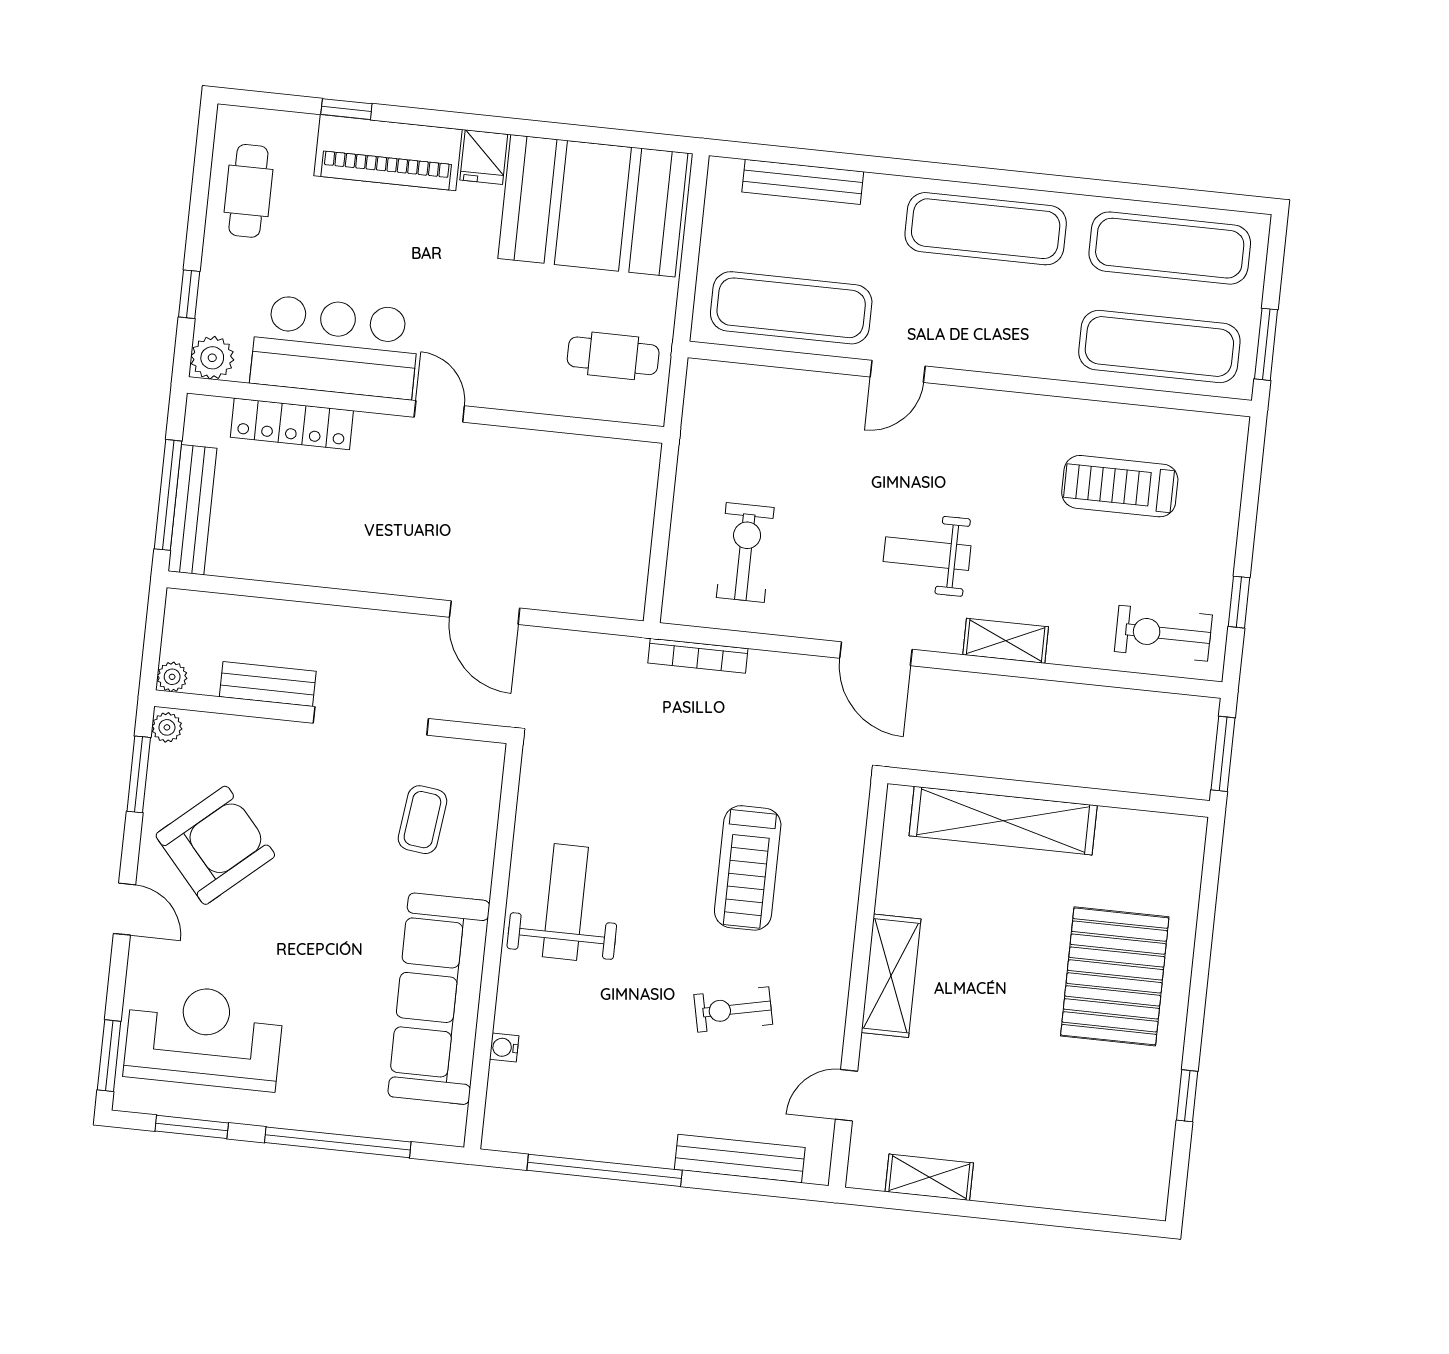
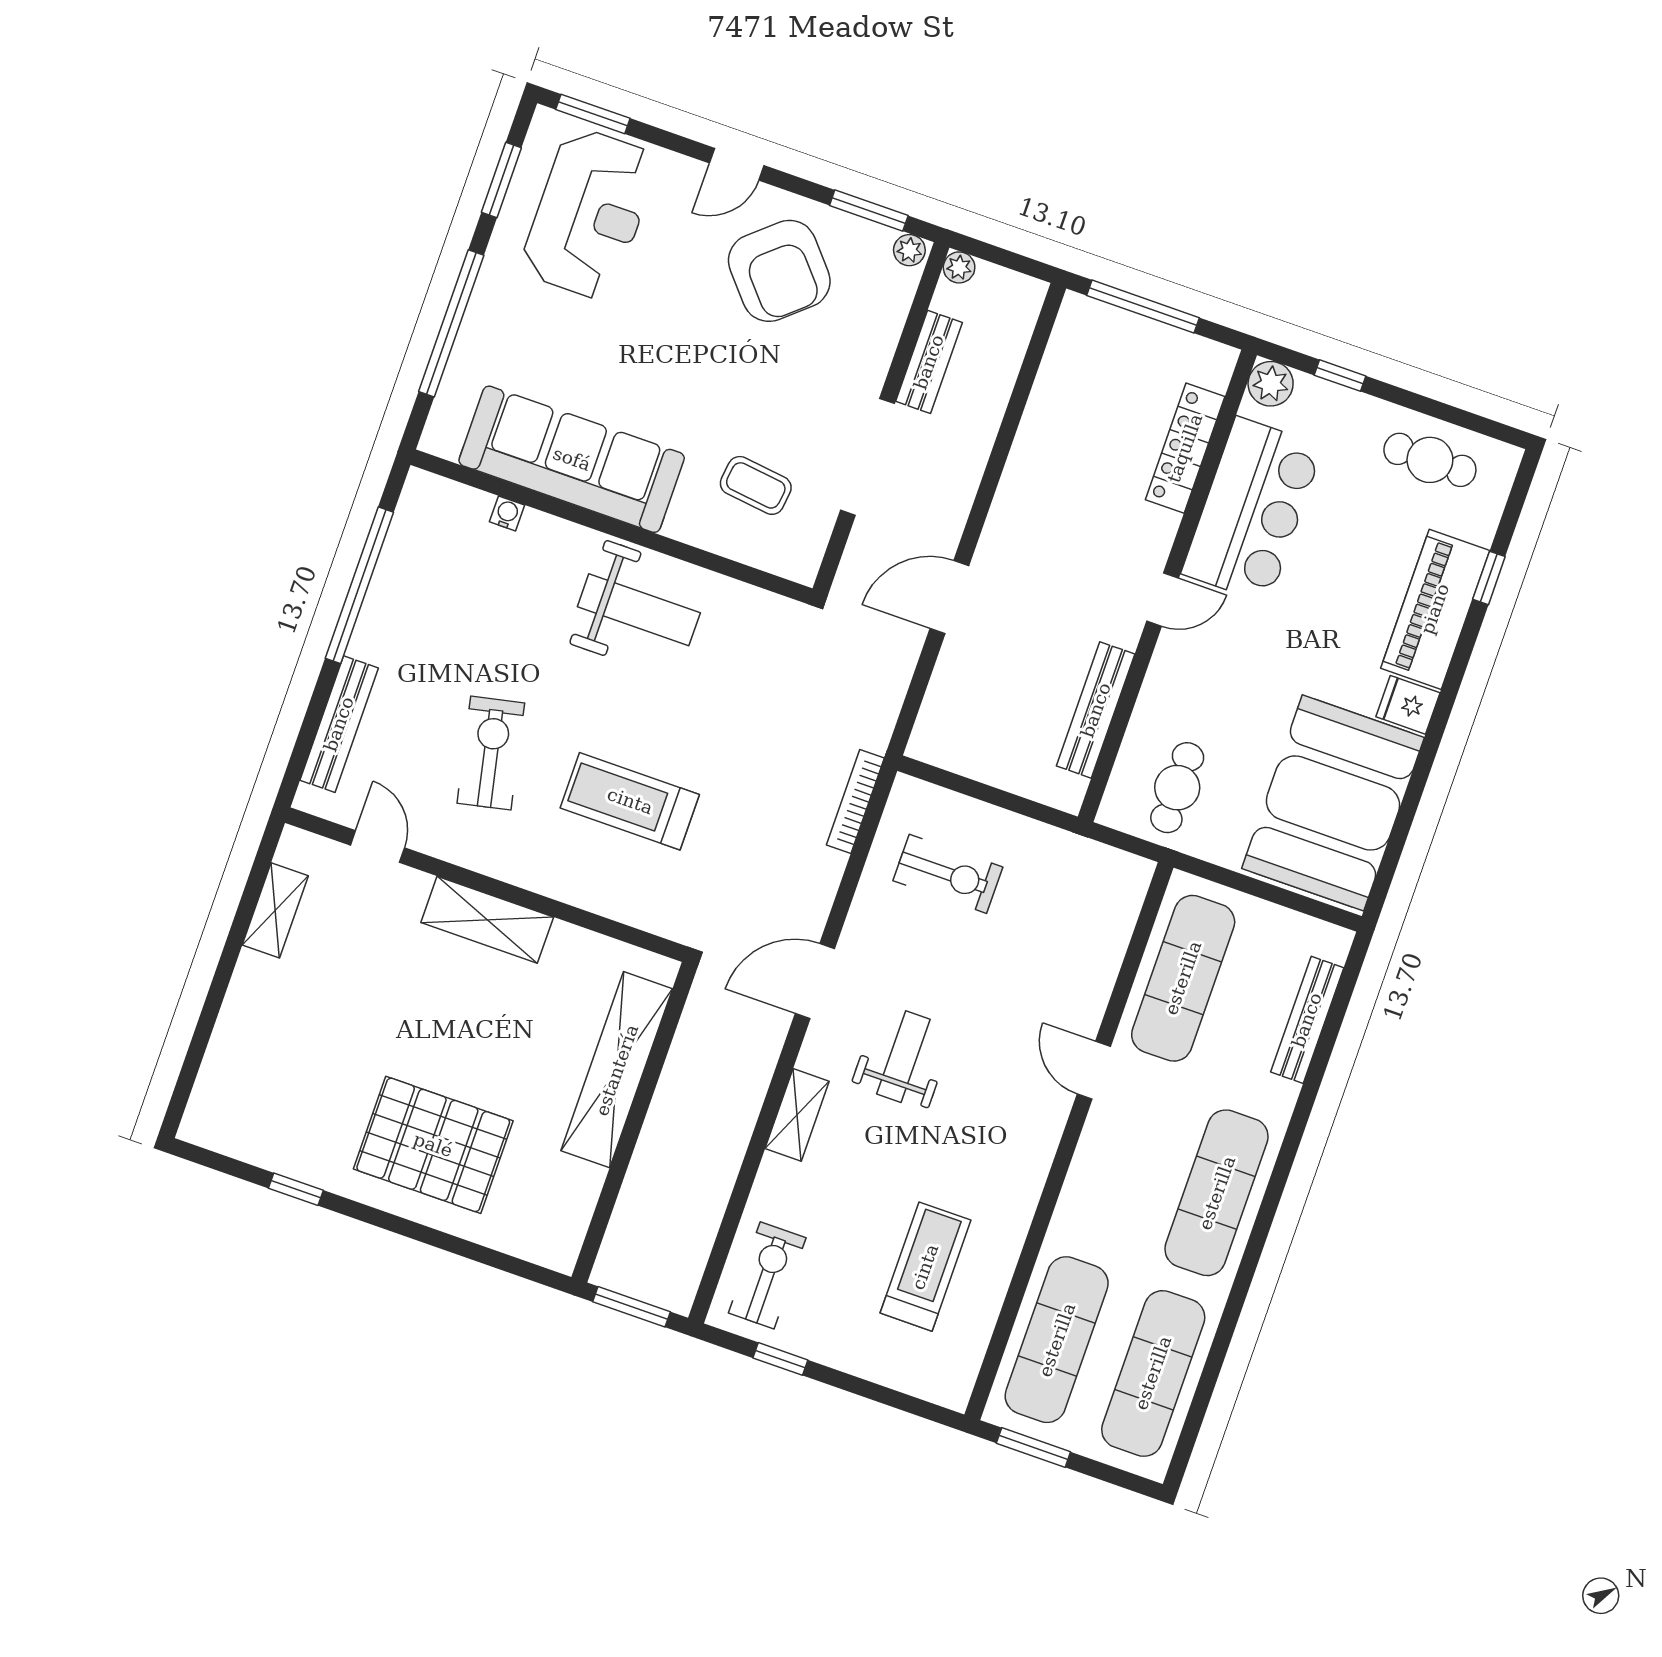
bench: (192, 510) -> (1096, 710), moved, turned 90
exercise bike: (733, 1009) -> (491, 753), width x1.38, depth x1.39

